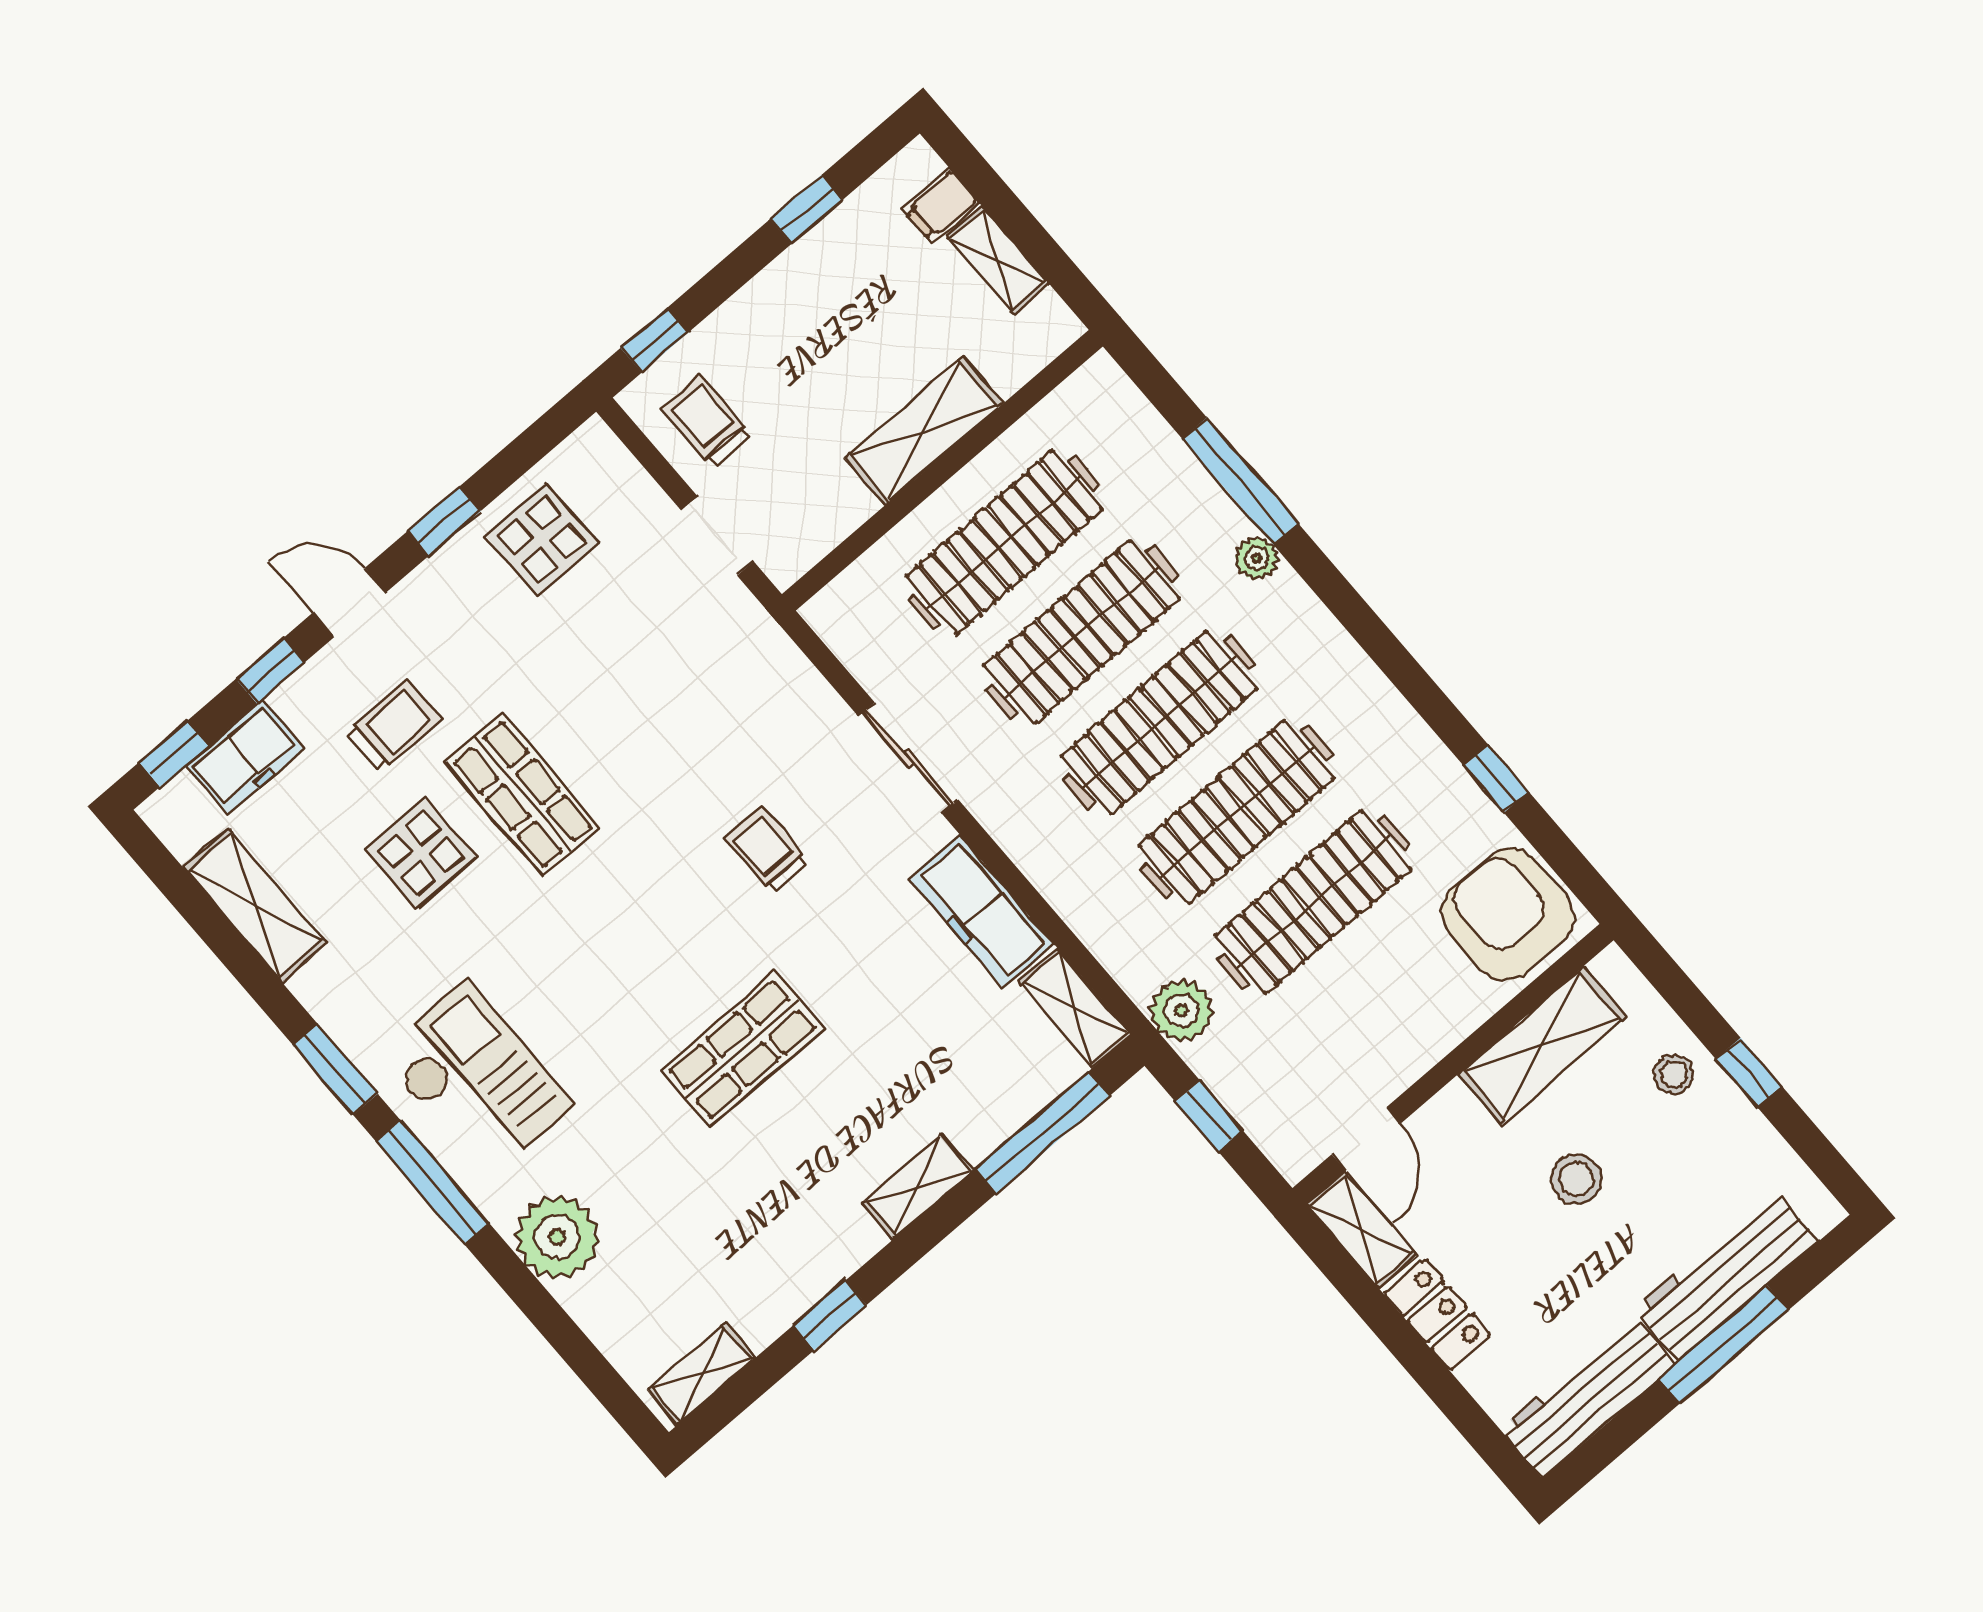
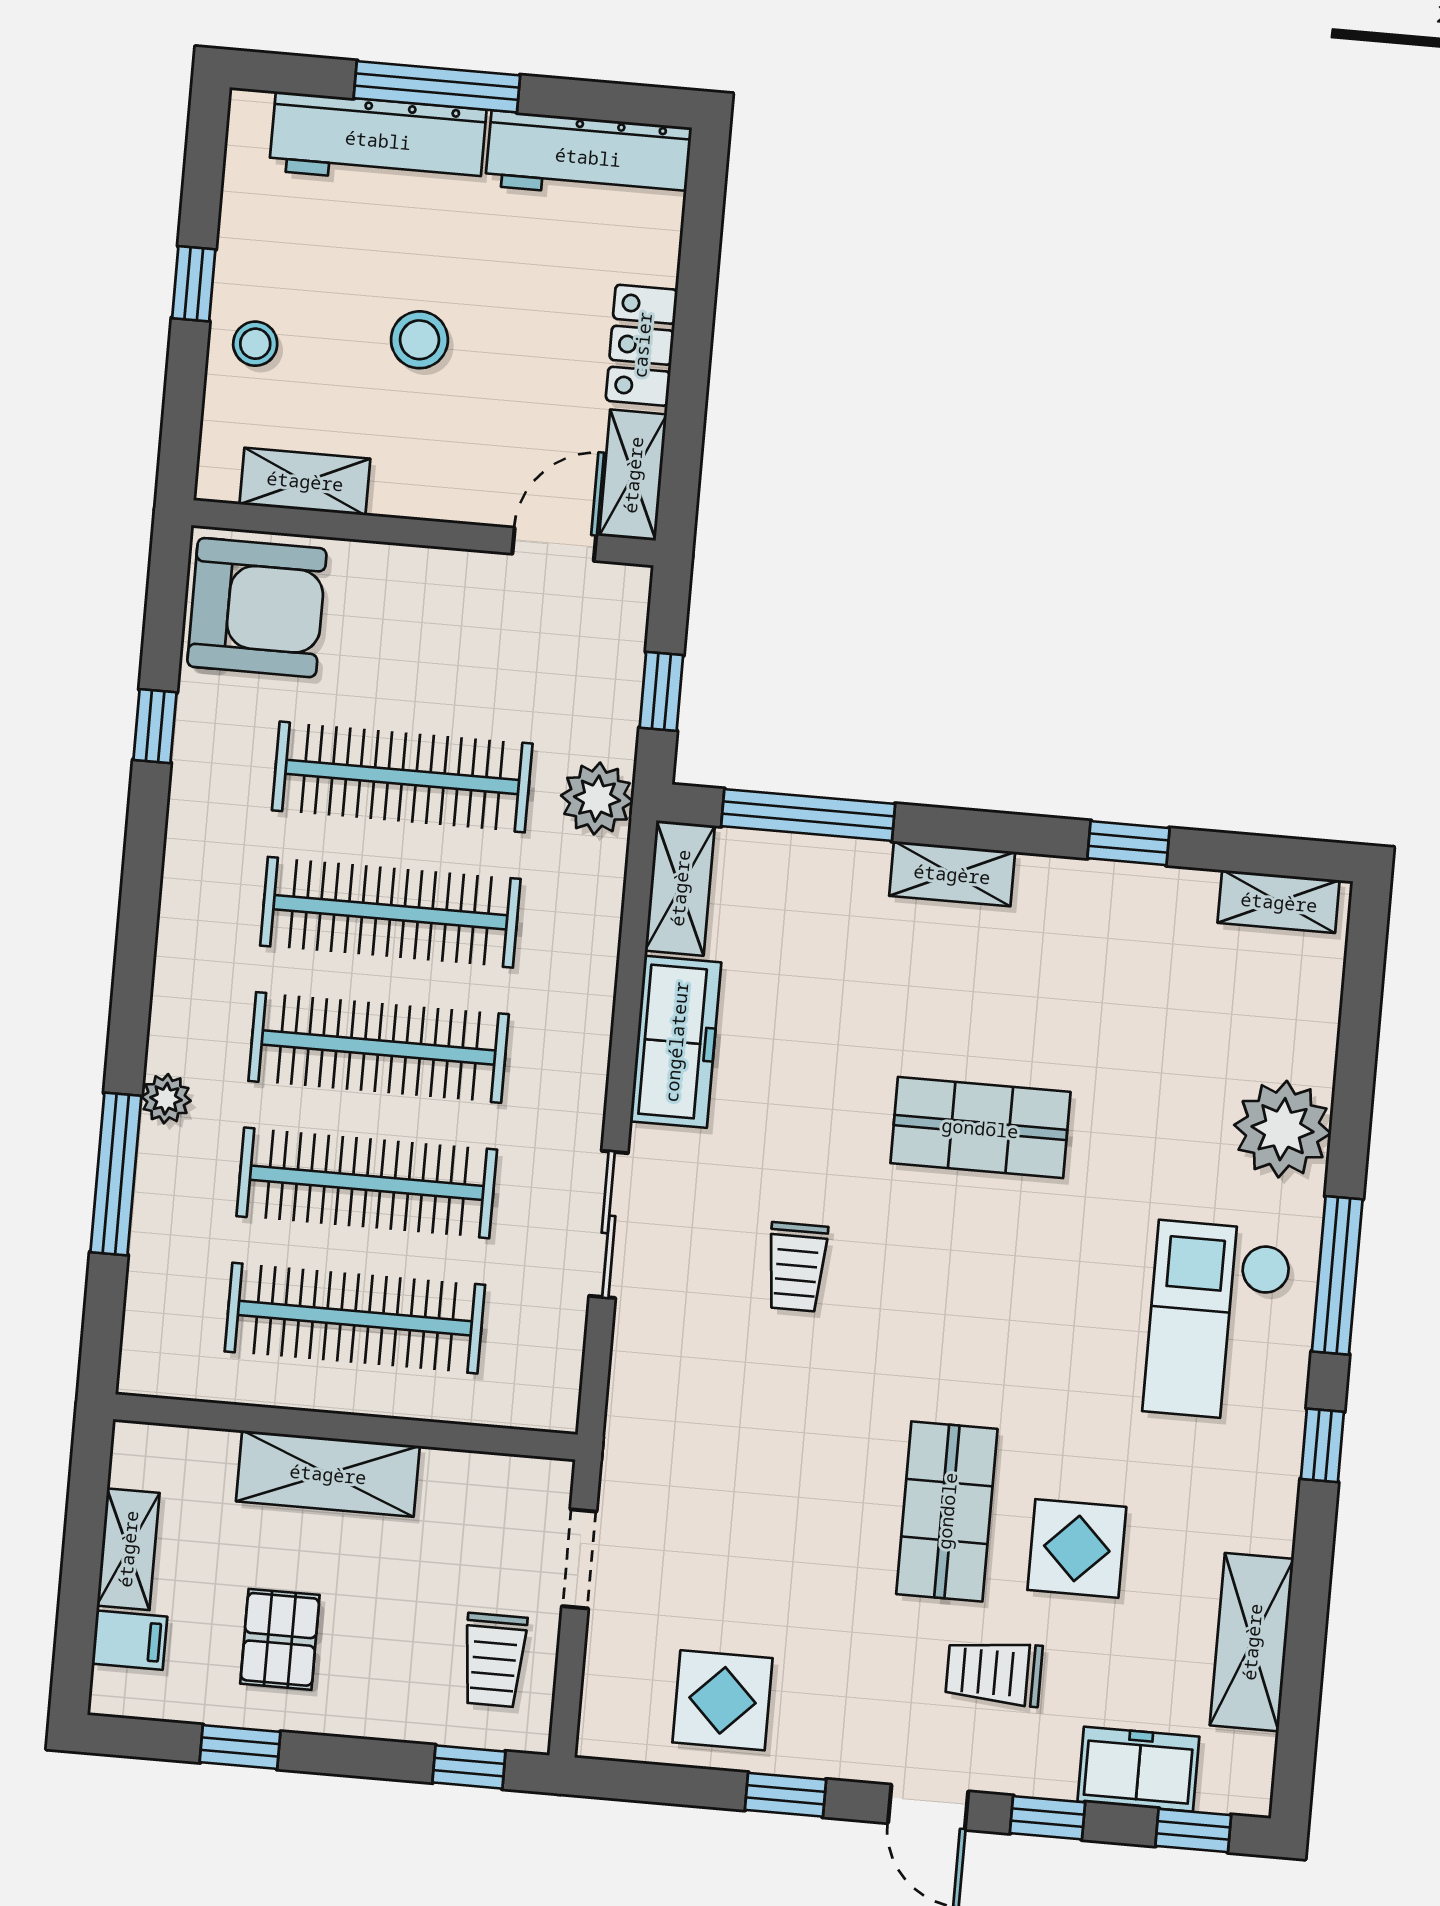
pallet: (849, 300) -> (280, 1639), added
armchair: (1508, 914) -> (257, 608), turned -90
shelving: (1542, 1046) -> (305, 481), width x0.67, depth x0.75
window: (335, 1069) -> (1322, 1445), width x0.67

